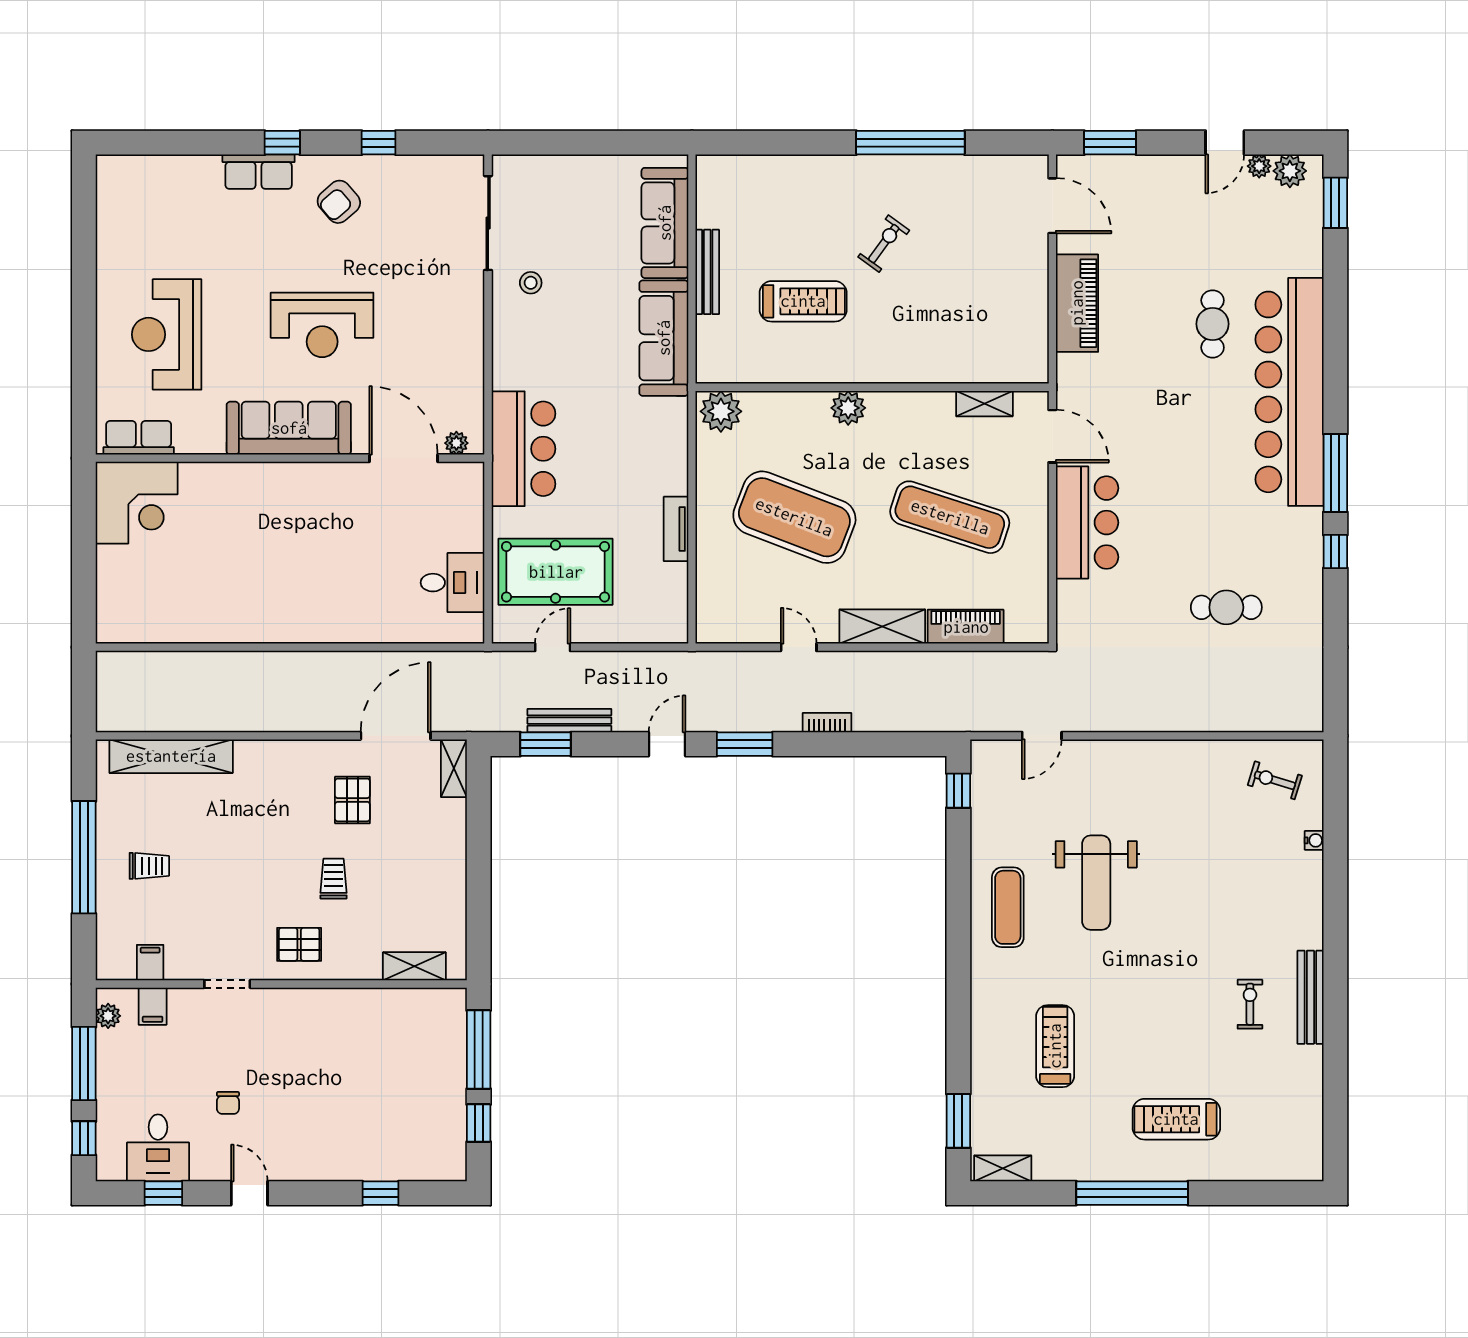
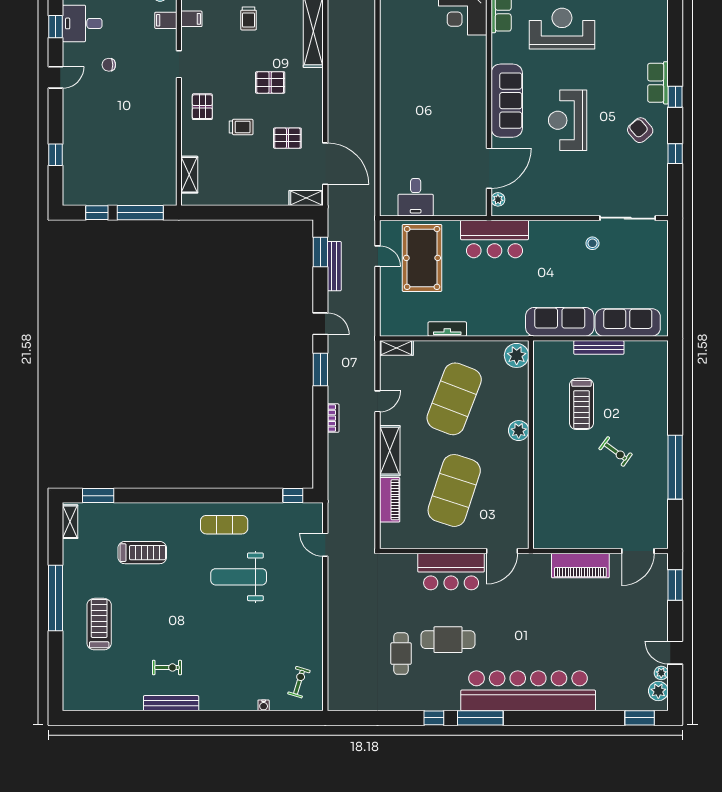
cafe table: (1213, 324) -> (448, 640), moved, width x1.37, depth x1.35
shelving: (984, 404) -> (396, 348), moved, turned 90
exercise mat: (950, 517) -> (454, 490), width x1.47
pallet: (258, 829) -> (270, 82), added

